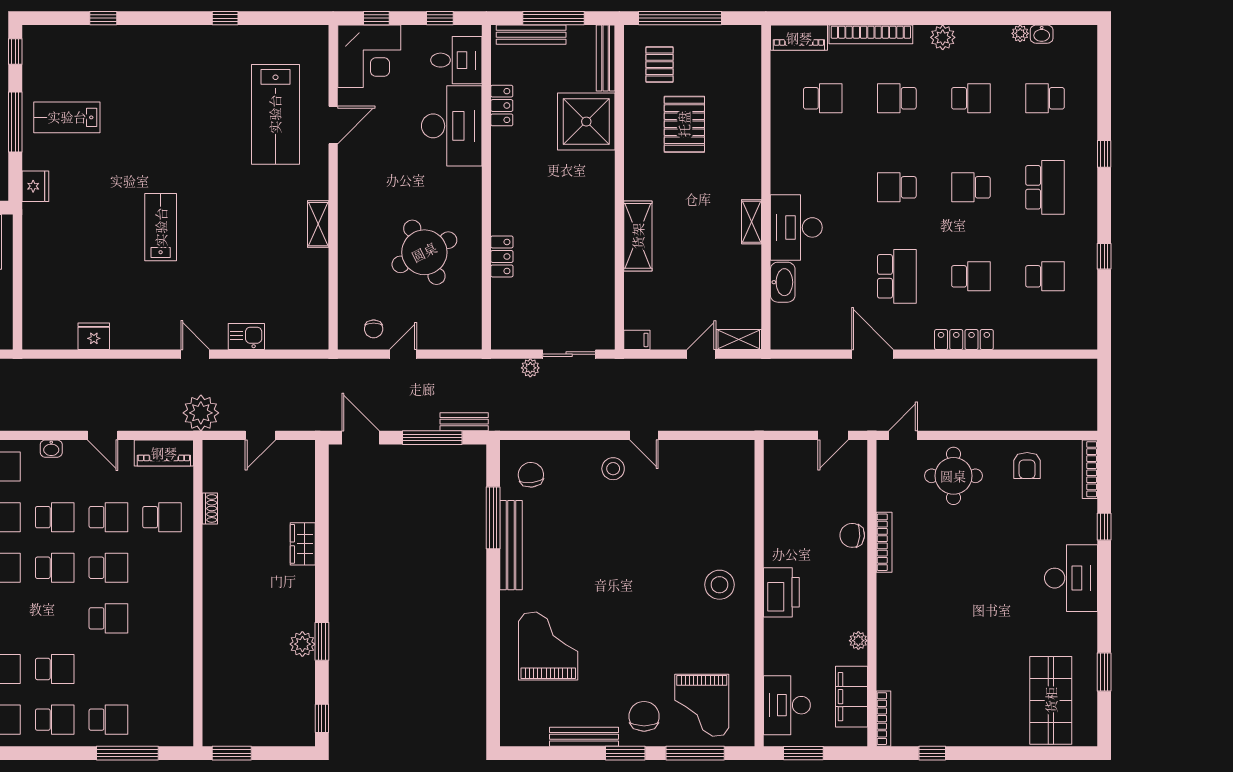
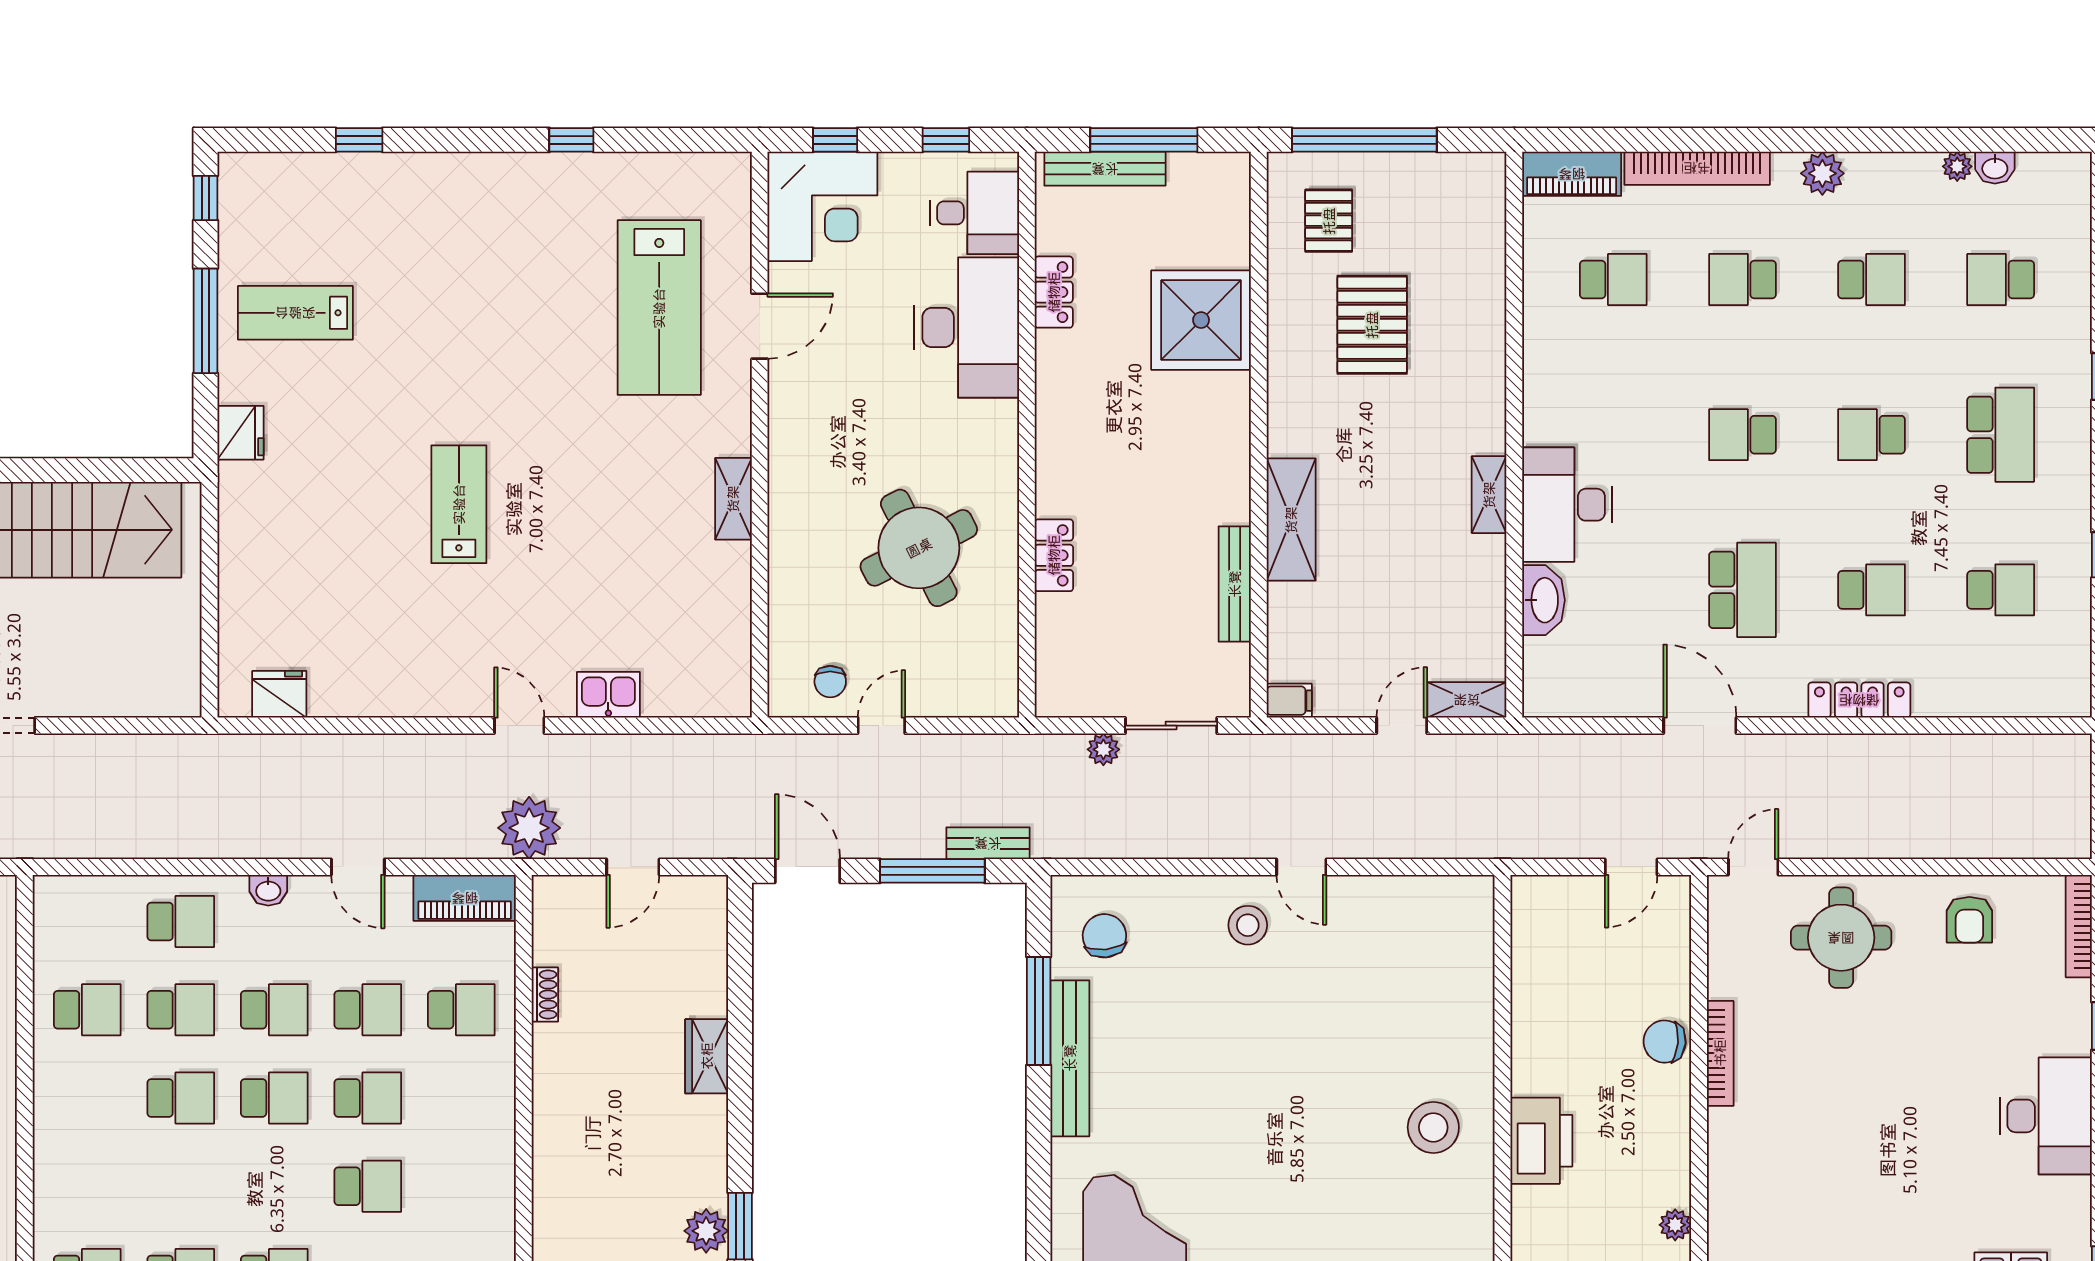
bench: (606, 58) -> (1235, 584), moved
fridge: (94, 336) -> (279, 694), moved

